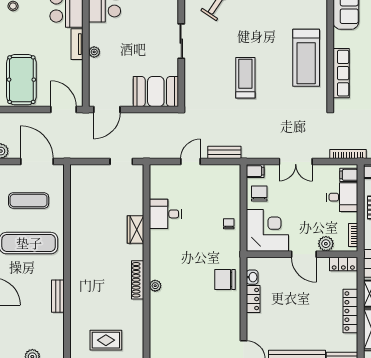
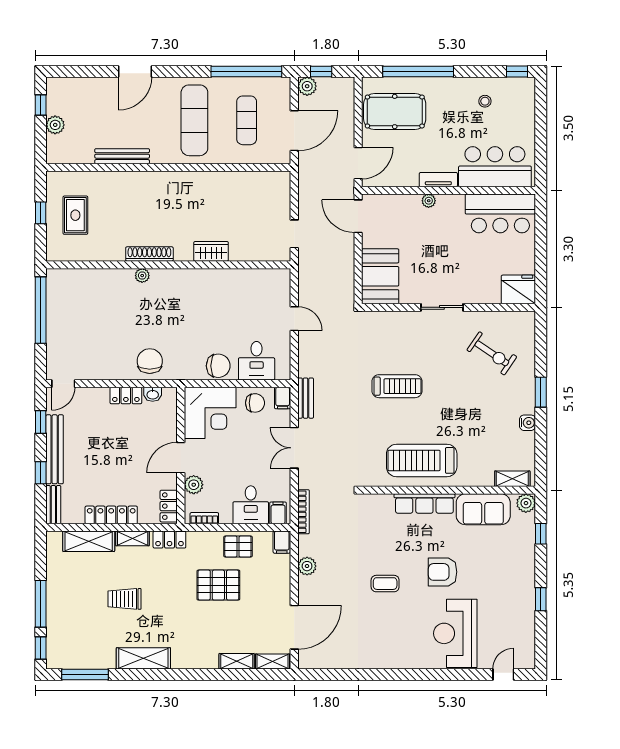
row of seats: (341, 73) -> (424, 503), moved
bench: (224, 152) -> (306, 398), moved
desk: (165, 214) -> (257, 361), moved, turned 180
chair: (229, 224) -> (218, 366), width x1.87, depth x1.87
bench: (58, 296) -> (122, 156), width x1.36

